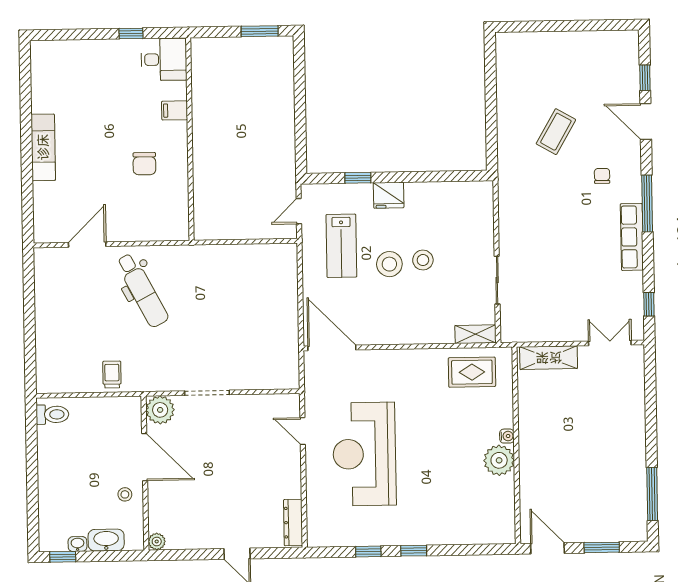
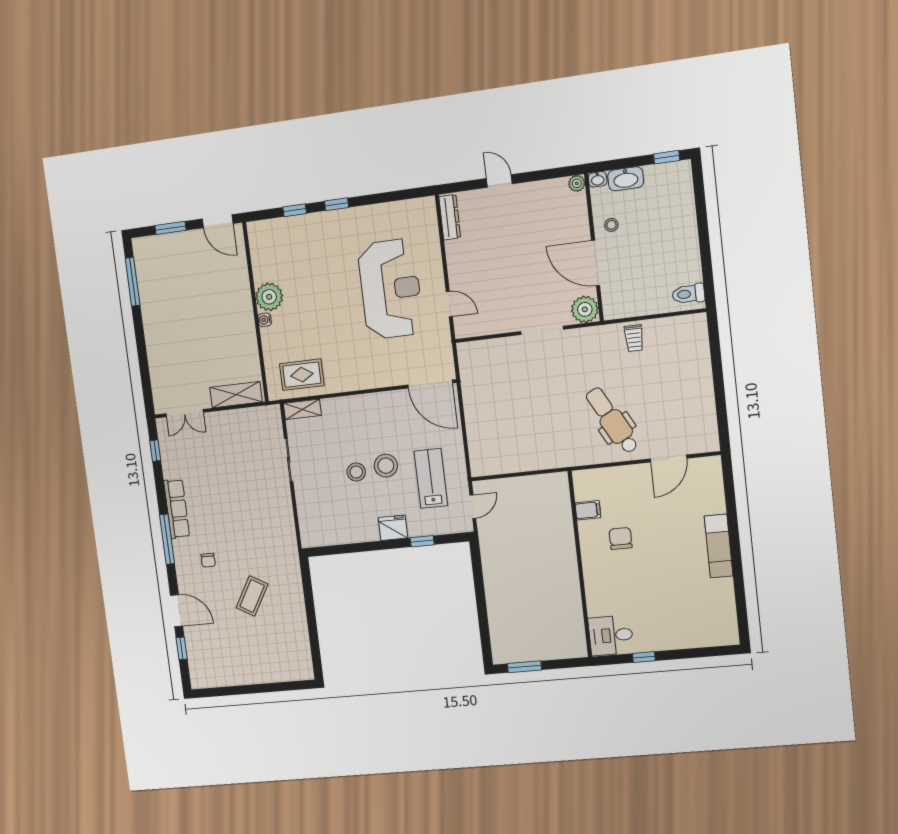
filing cabinet: (175, 110) -> (588, 510), moved
washbasin: (77, 544) -> (598, 179), moved
window: (368, 551) -> (295, 210), moved

